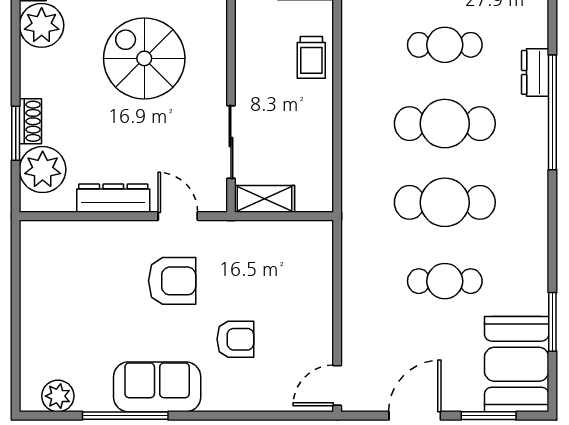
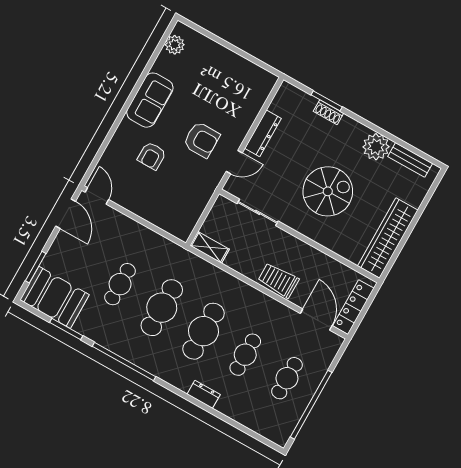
trolley: (311, 57) -> (278, 280), width x1.36, depth x1.39
window: (552, 112) -> (124, 362), moved
plant: (43, 170) -> (299, 104), removed
shelving: (265, 199) -> (210, 247), moved, turned 90
armchair: (172, 281) -> (202, 140), turned -90
window: (125, 416) -> (144, 75), removed
door: (415, 416) -> (66, 214), moved

